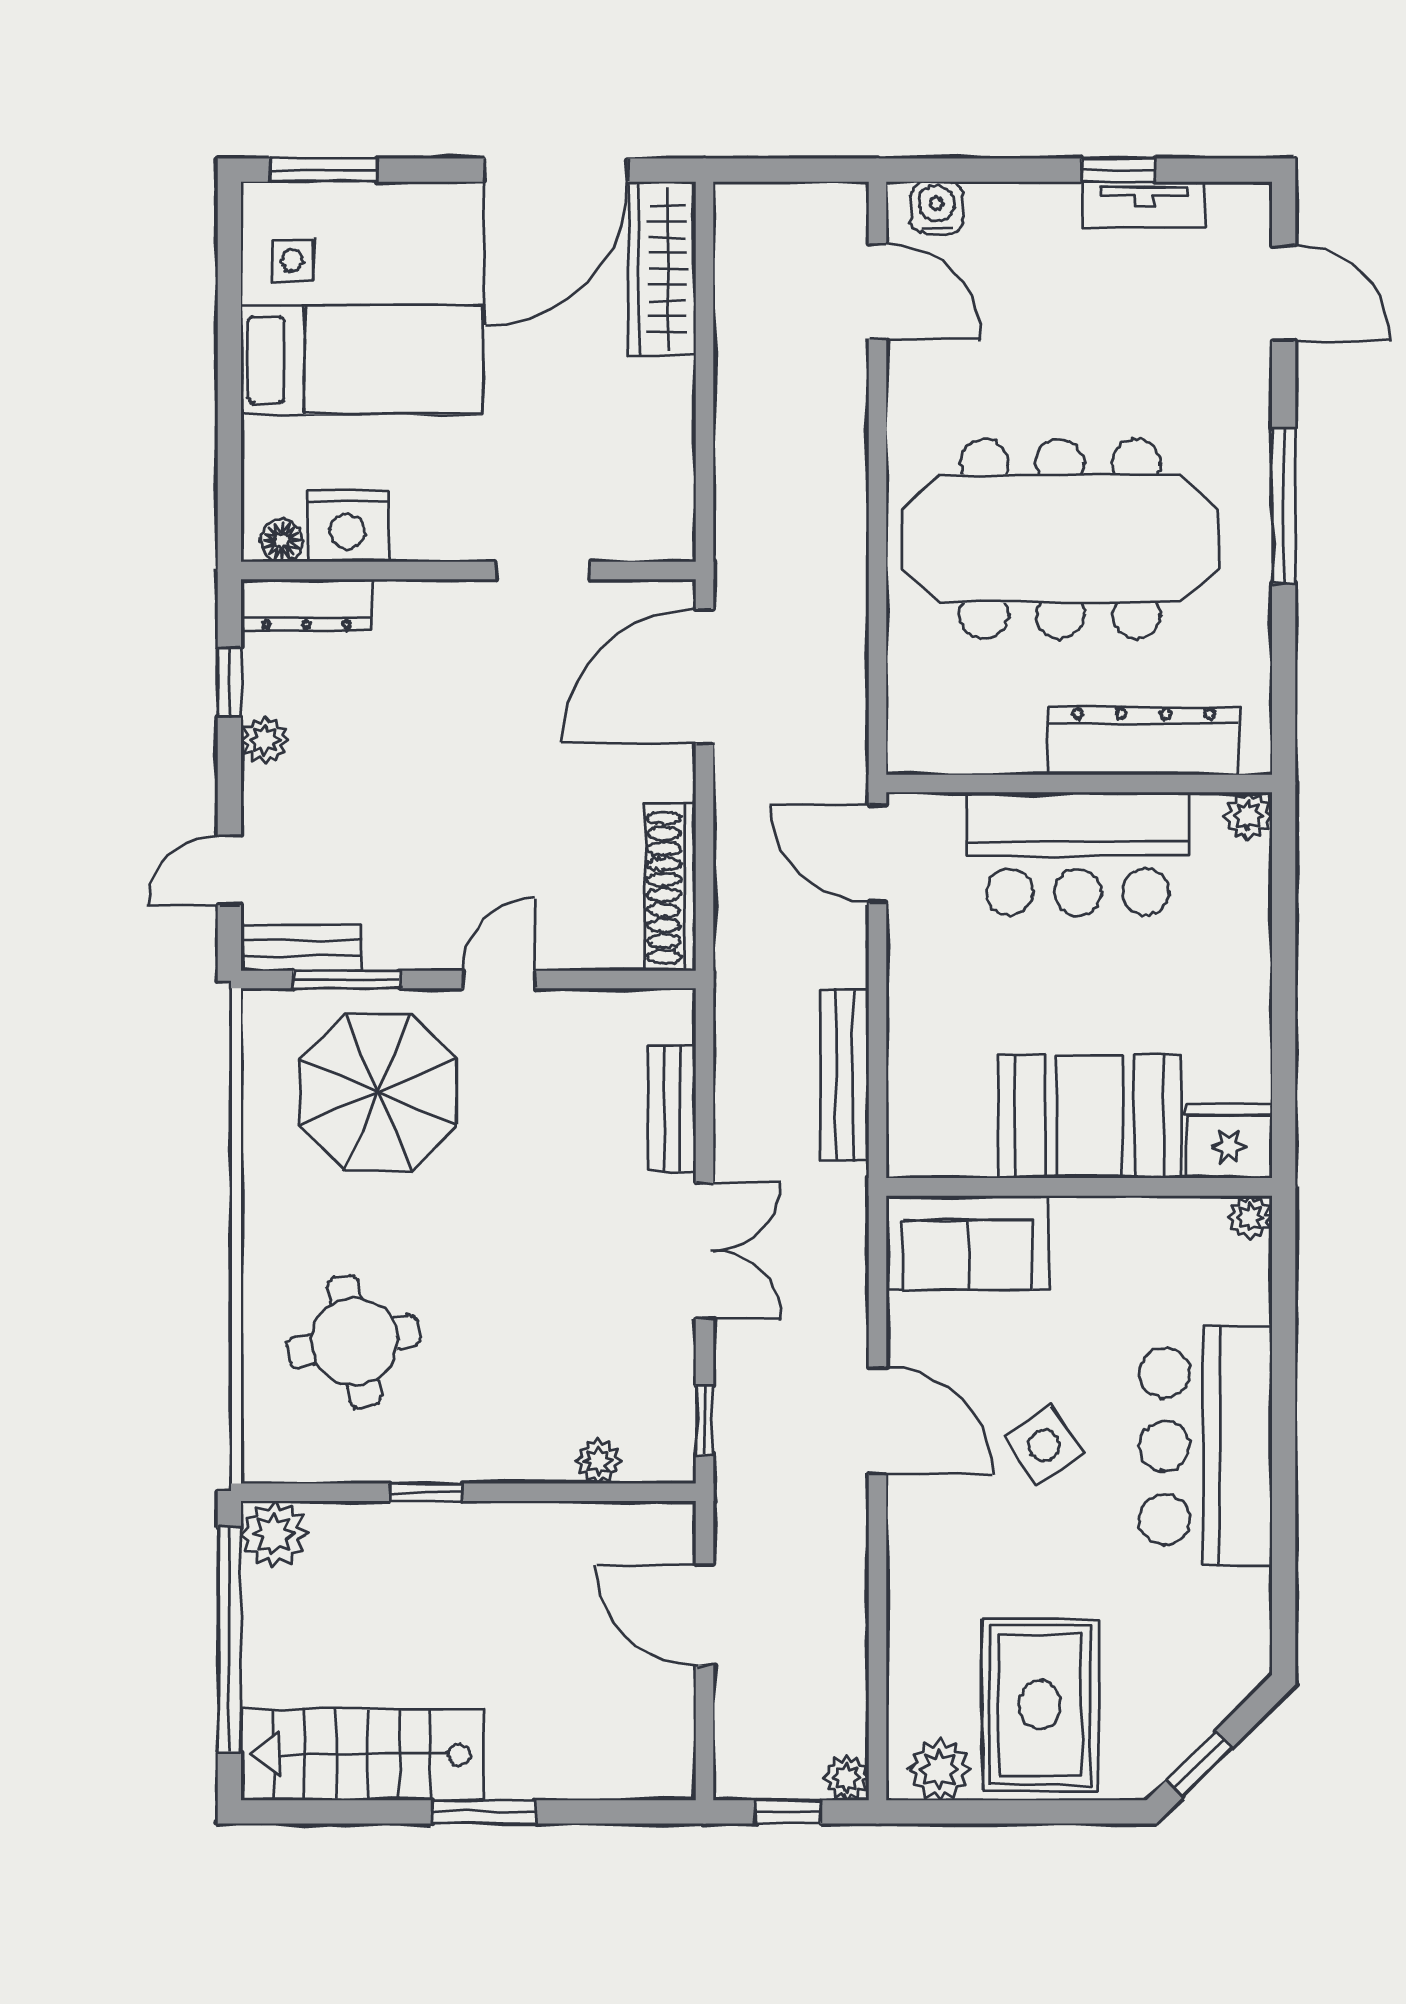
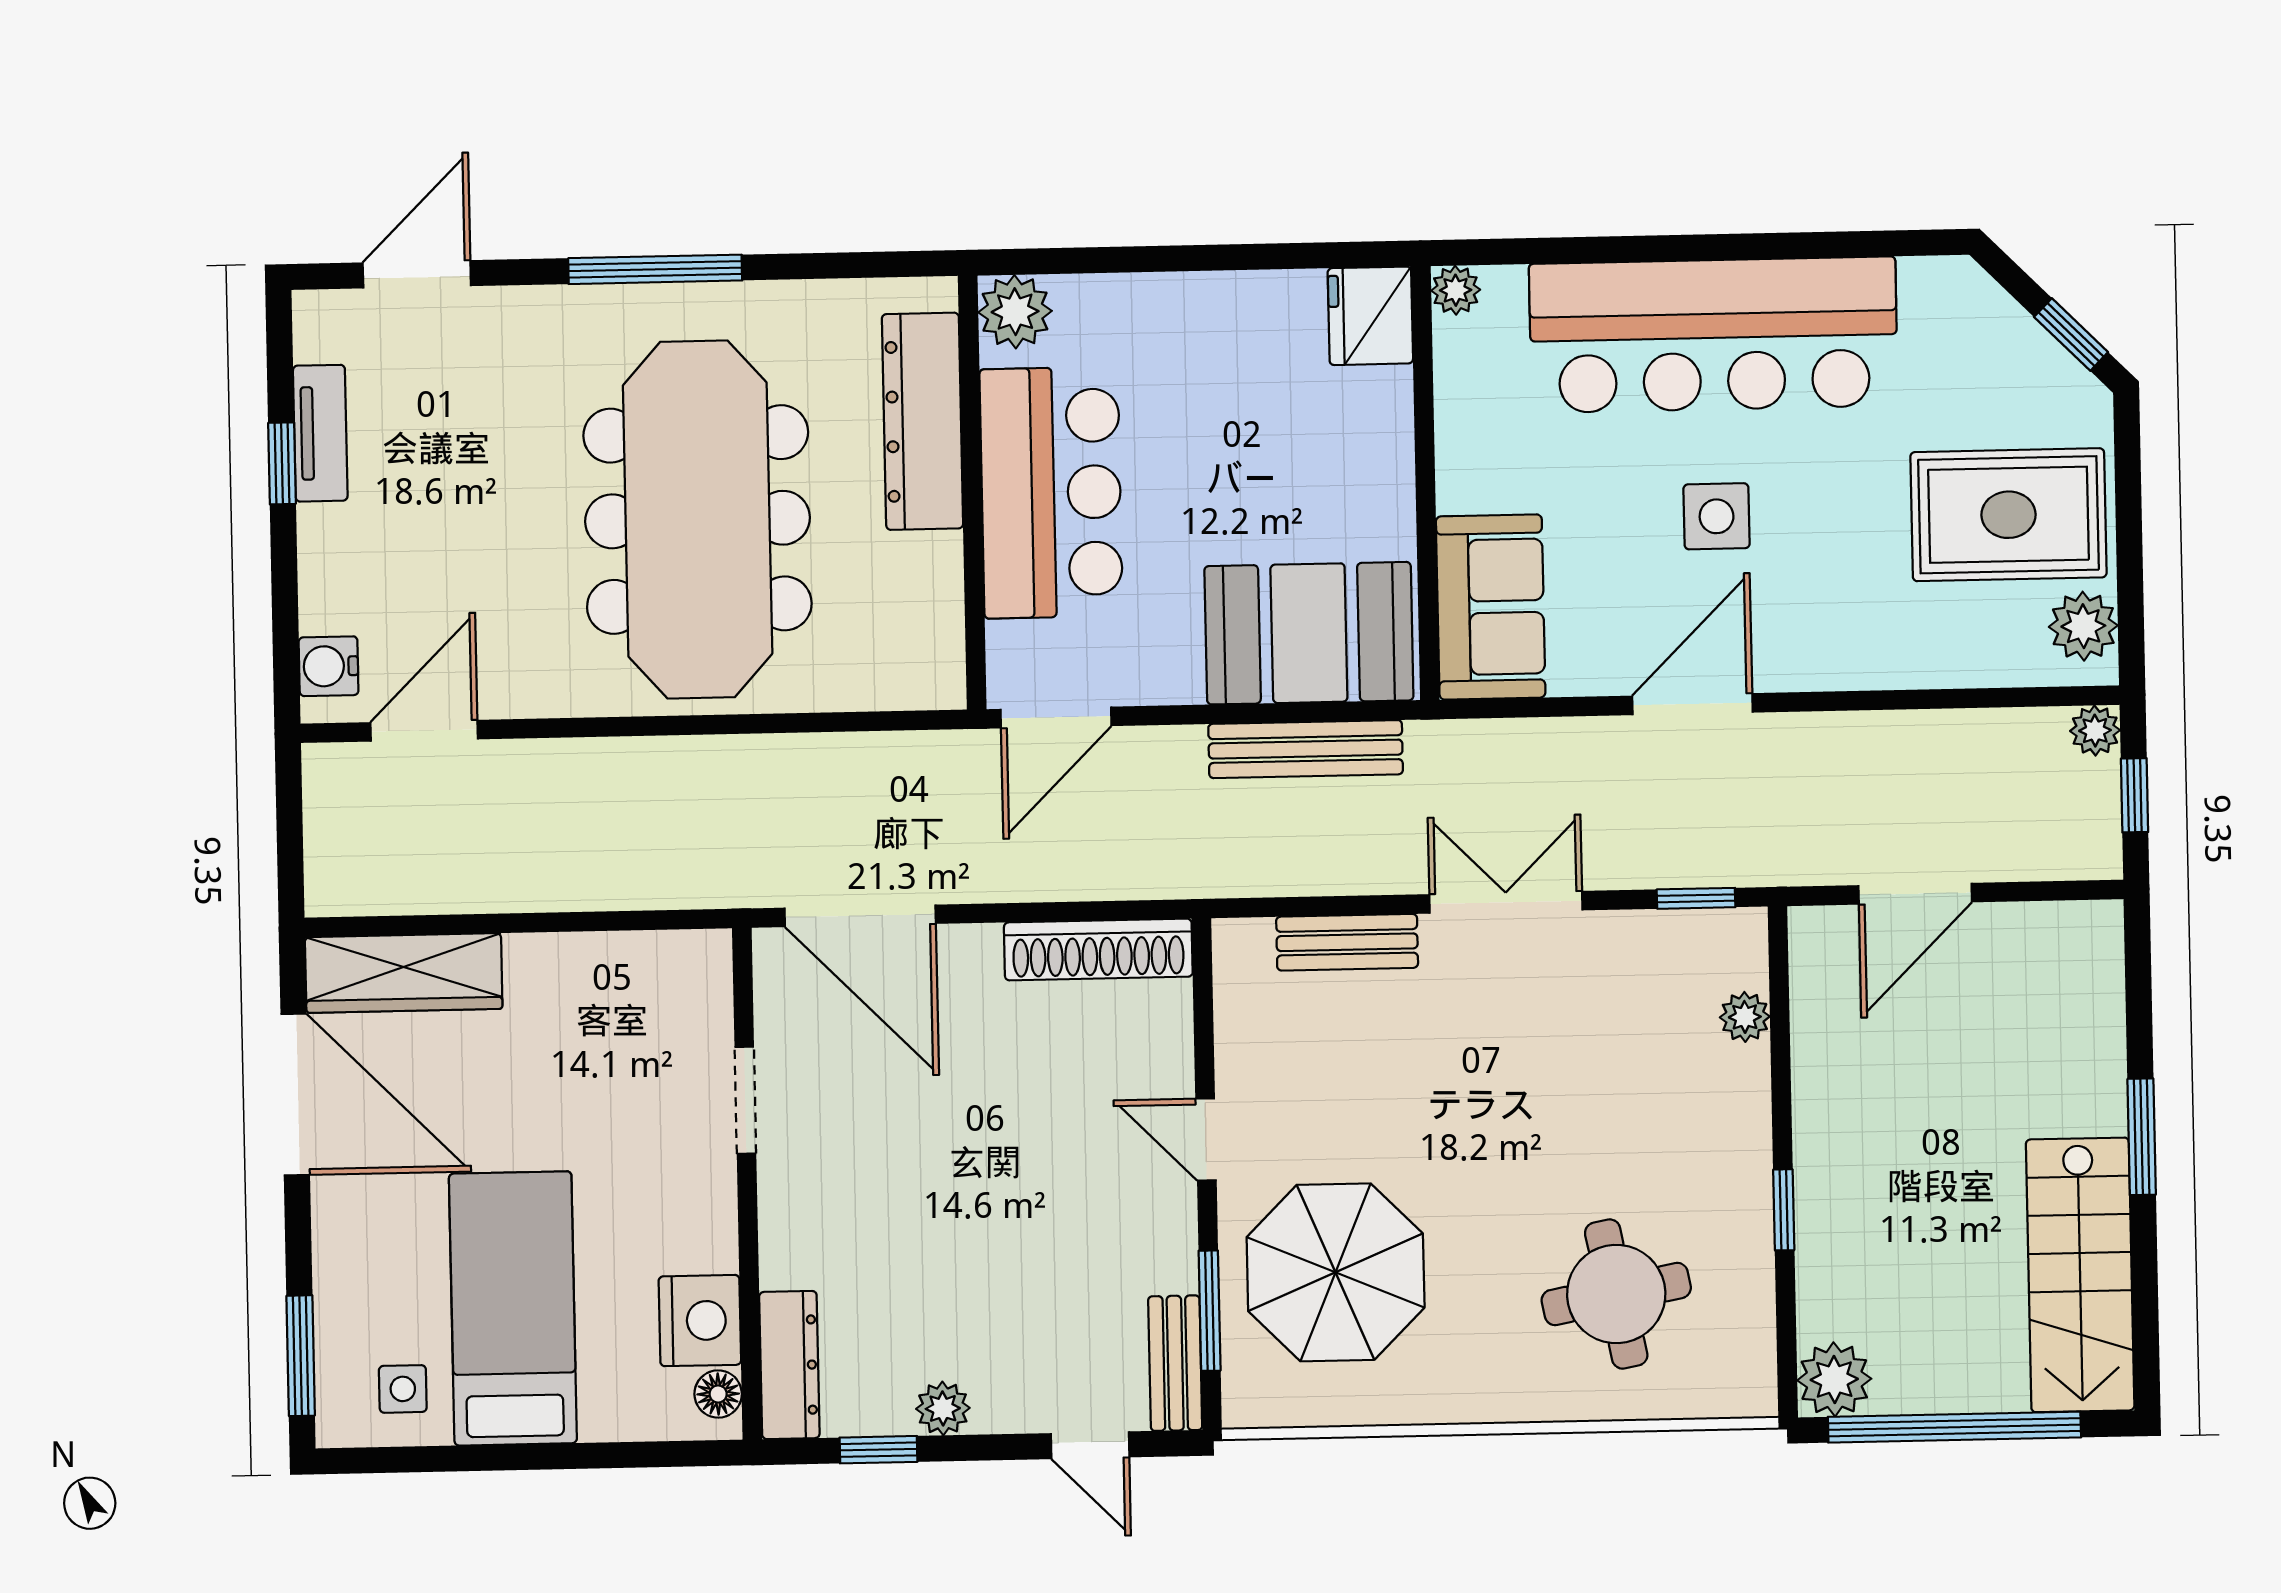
plant: (1248, 816) -> (1015, 312), width x1.38, depth x1.38
booth: (1089, 1117) -> (1309, 633), moved, turned 90
side table: (1044, 1445) -> (1717, 516), turned 34
bar counter: (1206, 1446) -> (1714, 335), width x1.36

